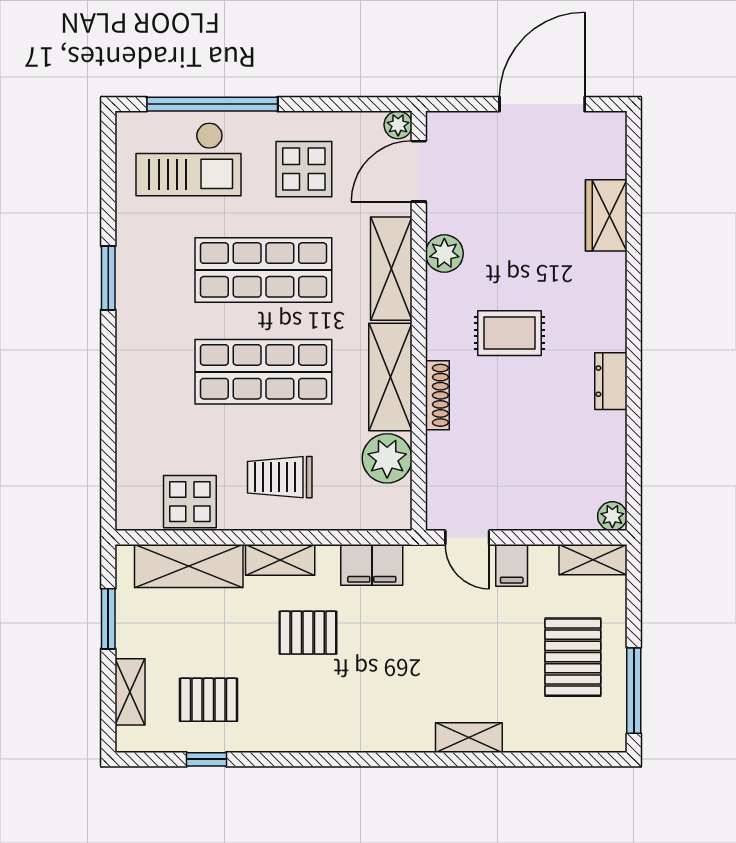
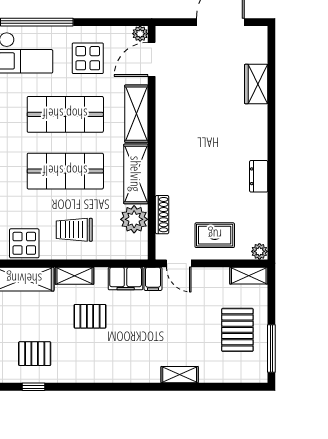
plant: (444, 253) -> (166, 105), removed
rug: (510, 333) -> (215, 235), moved
shoe rack: (437, 395) -> (162, 215), moved
filing cabinet: (512, 565) -> (153, 279), moved

